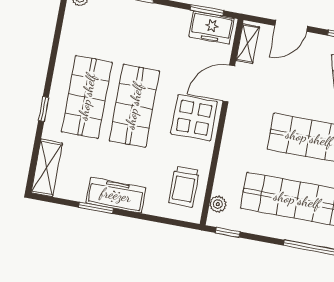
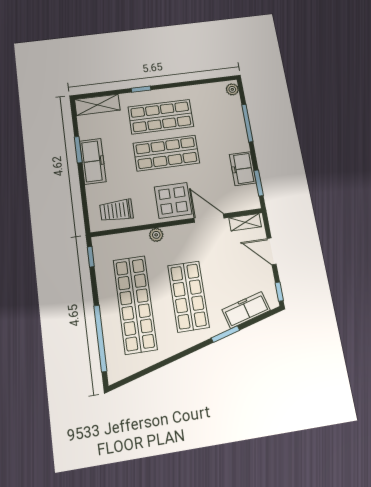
freezer: (211, 28) -> (243, 169), moved
plant: (218, 204) -> (156, 235), moved

